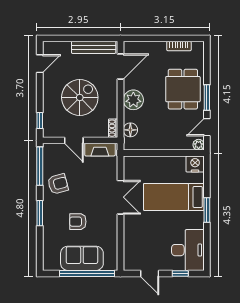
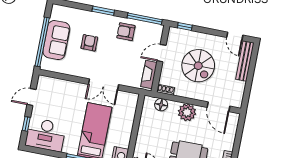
bench: (94, 47) -> (245, 61), moved
armchair: (58, 184) -> (126, 32), turned 105

